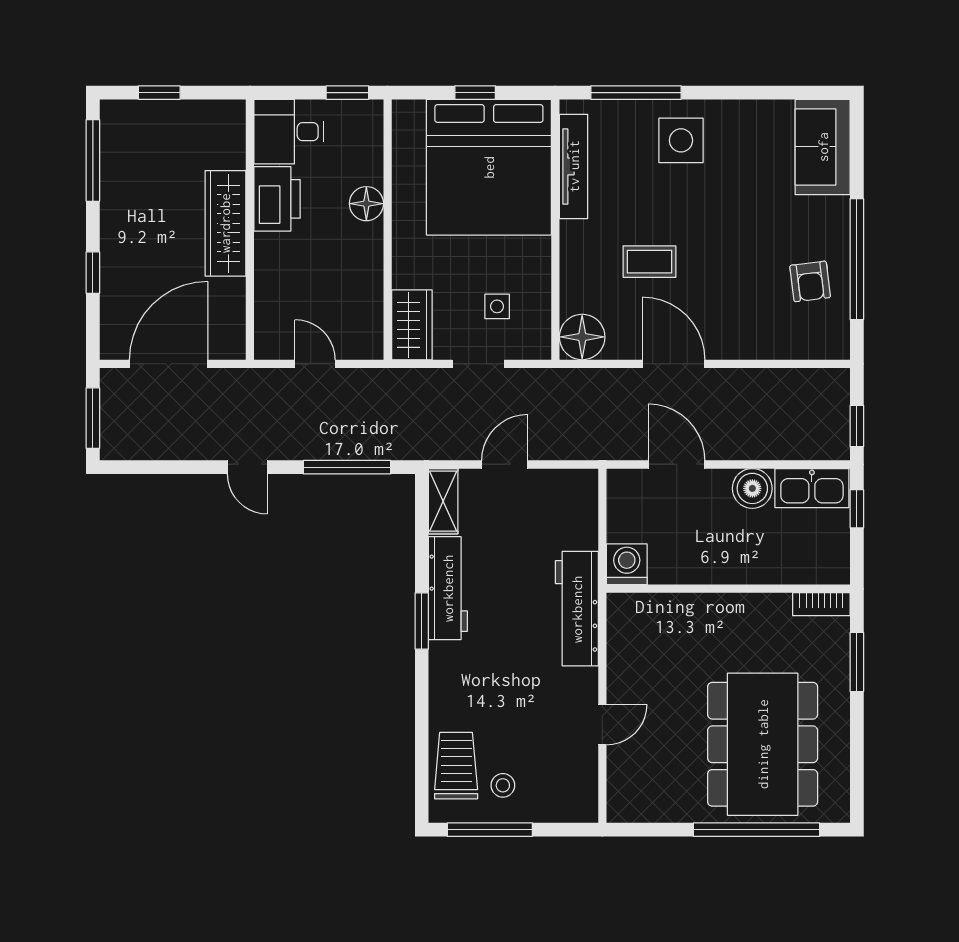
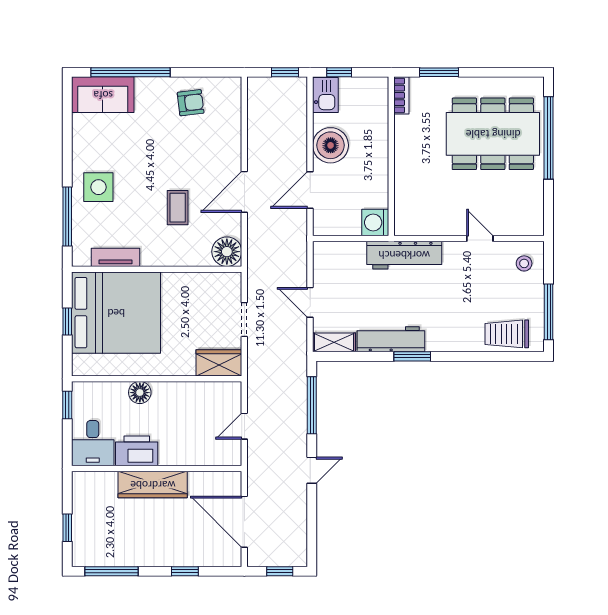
tv unit: (574, 166) -> (116, 257), width x0.71
window: (857, 259) -> (130, 72), moved
side table: (497, 306) -> (207, 307), removed
window: (93, 418) -> (280, 571), width x0.67
boiler: (752, 488) -> (331, 145), width x1.37, depth x1.37
kitchen sink: (812, 488) -> (325, 95), width x0.73
stool: (503, 785) -> (524, 263), moved

